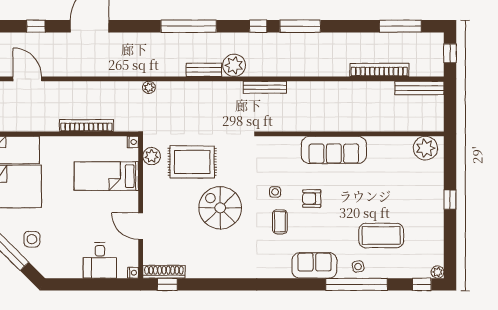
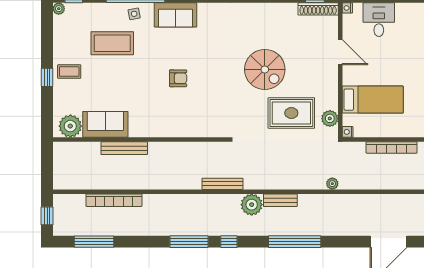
bench: (419, 88) -> (124, 148), moved
sofa: (334, 150) -> (105, 124), moved, width x0.73
side table: (275, 192) -> (213, 85), removed
coffee table: (280, 222) -> (69, 72), moved, turned 90

